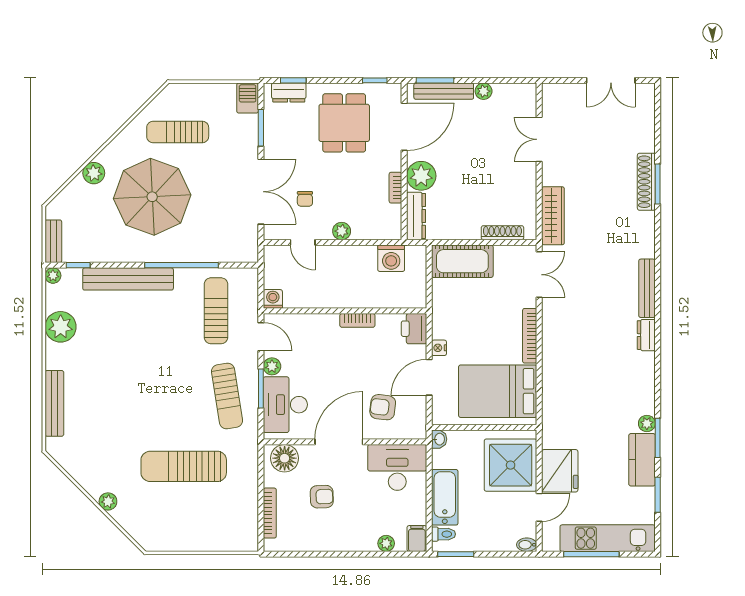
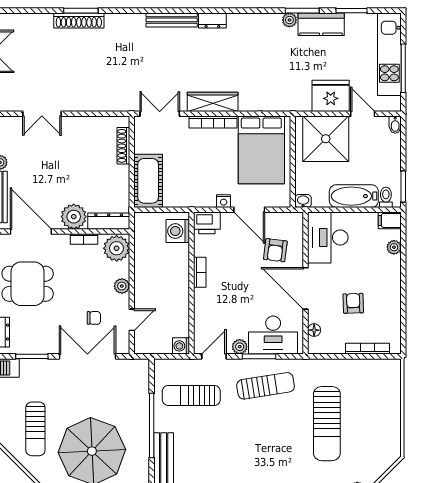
wardrobe: (553, 216) -> (213, 102), moved
plant: (385, 225) -> (117, 248), added
washing machine: (391, 258) -> (178, 231), moved, turned 180
floor lamp: (285, 458) -> (314, 330), width x0.53, depth x0.53

